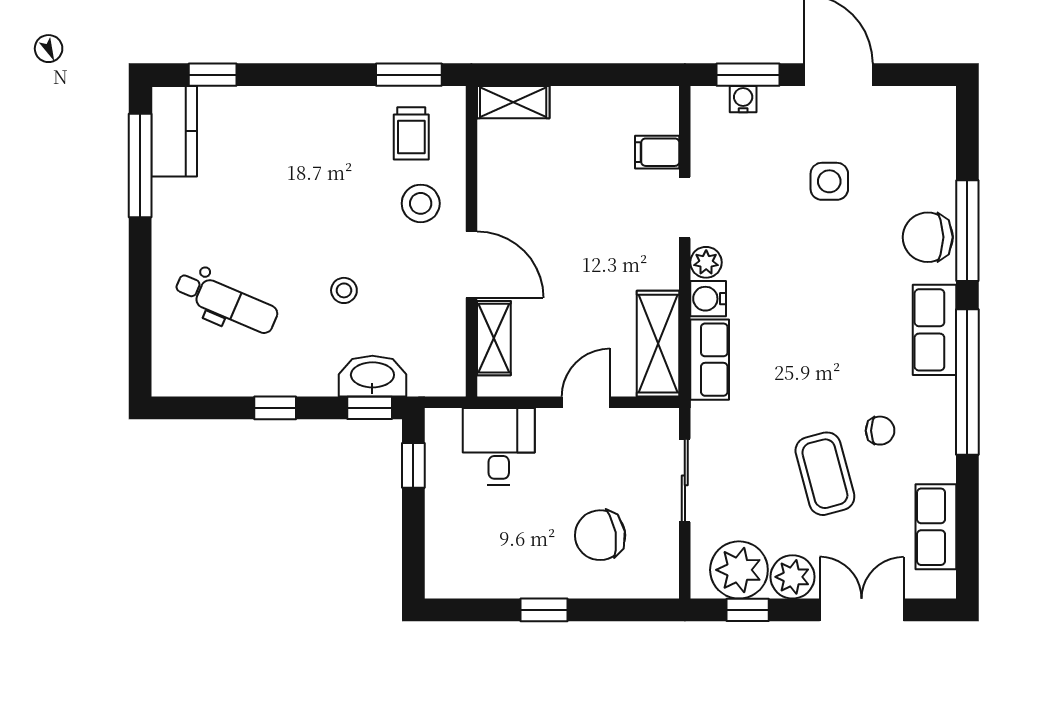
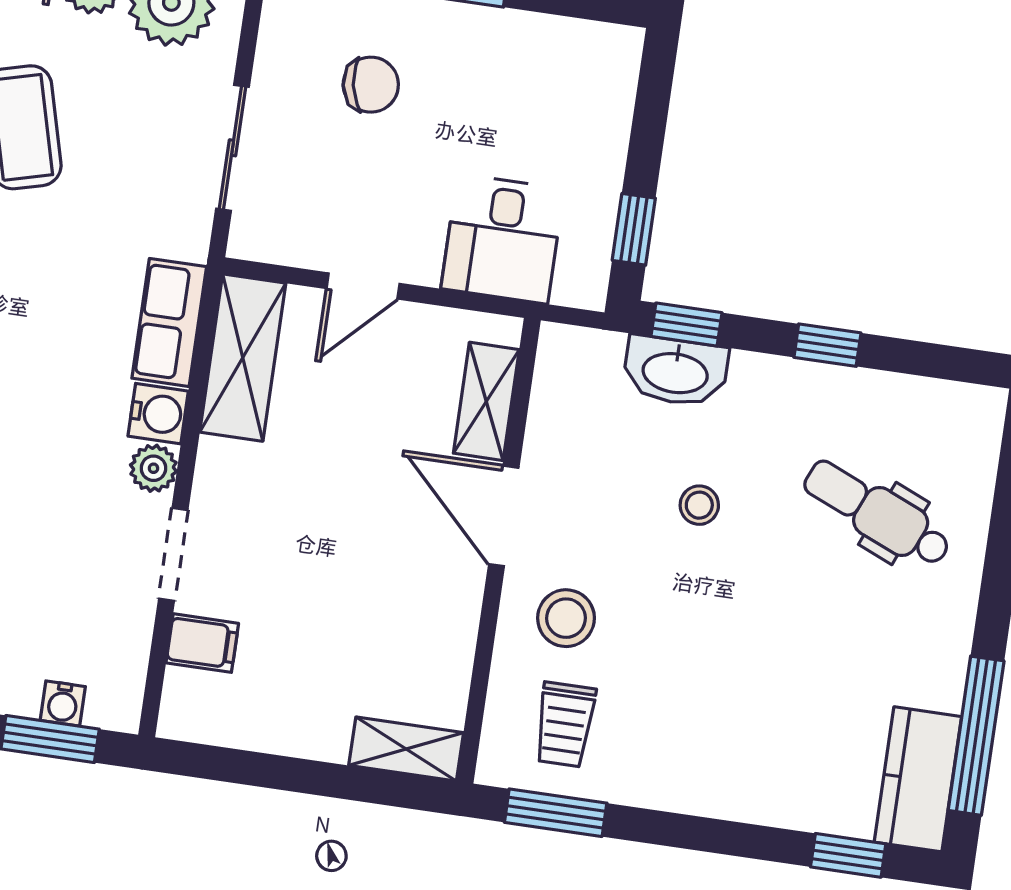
trolley: (411, 133) -> (565, 725), turned 180
chair: (600, 535) -> (371, 85), width x0.73, depth x0.73

